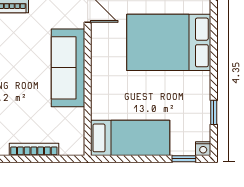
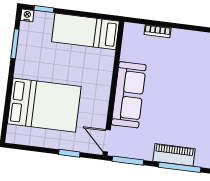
window: (214, 112) -> (15, 44), width x1.50
bookcase: (34, 149) -> (158, 31), width x0.64

